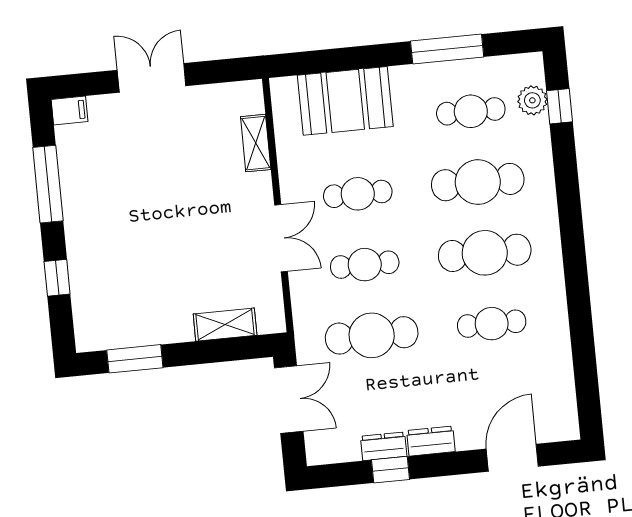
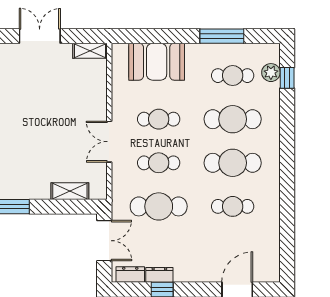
shelving: (256, 143) -> (90, 51), moved, turned 90
double door: (281, 238) -> (109, 142), swing flipped
dresser: (431, 441) -> (130, 274), moved

